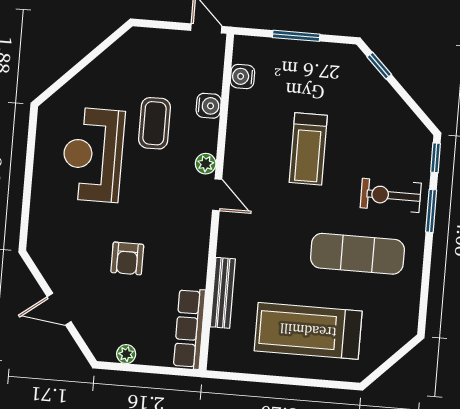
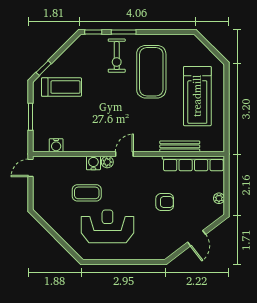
water cooler: (209, 106) -> (93, 163), moved
treadmill: (308, 149) -> (61, 87), moved
reception desk: (93, 155) -> (107, 226), turned 180
exercise mat: (357, 254) -> (151, 72), width x1.47
row of seats: (189, 329) -> (193, 163), width x1.36

